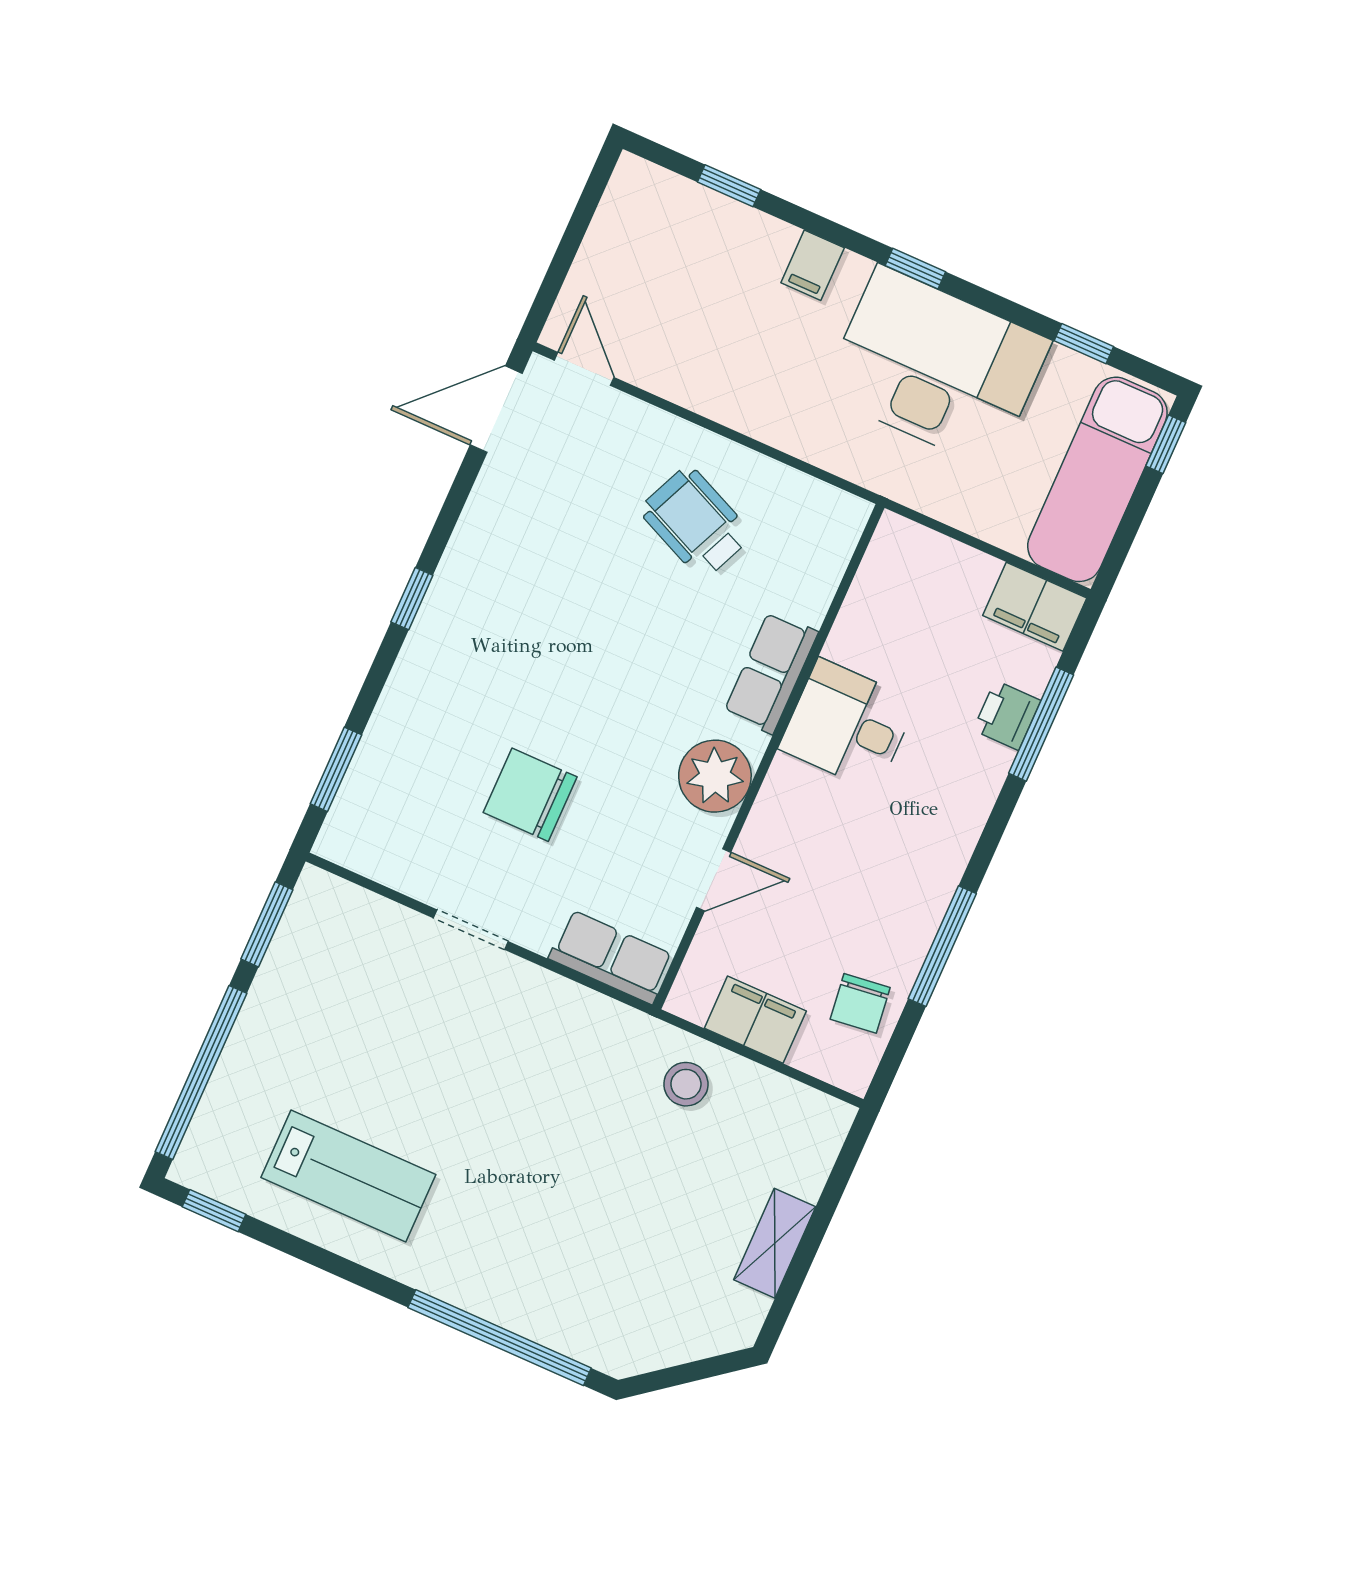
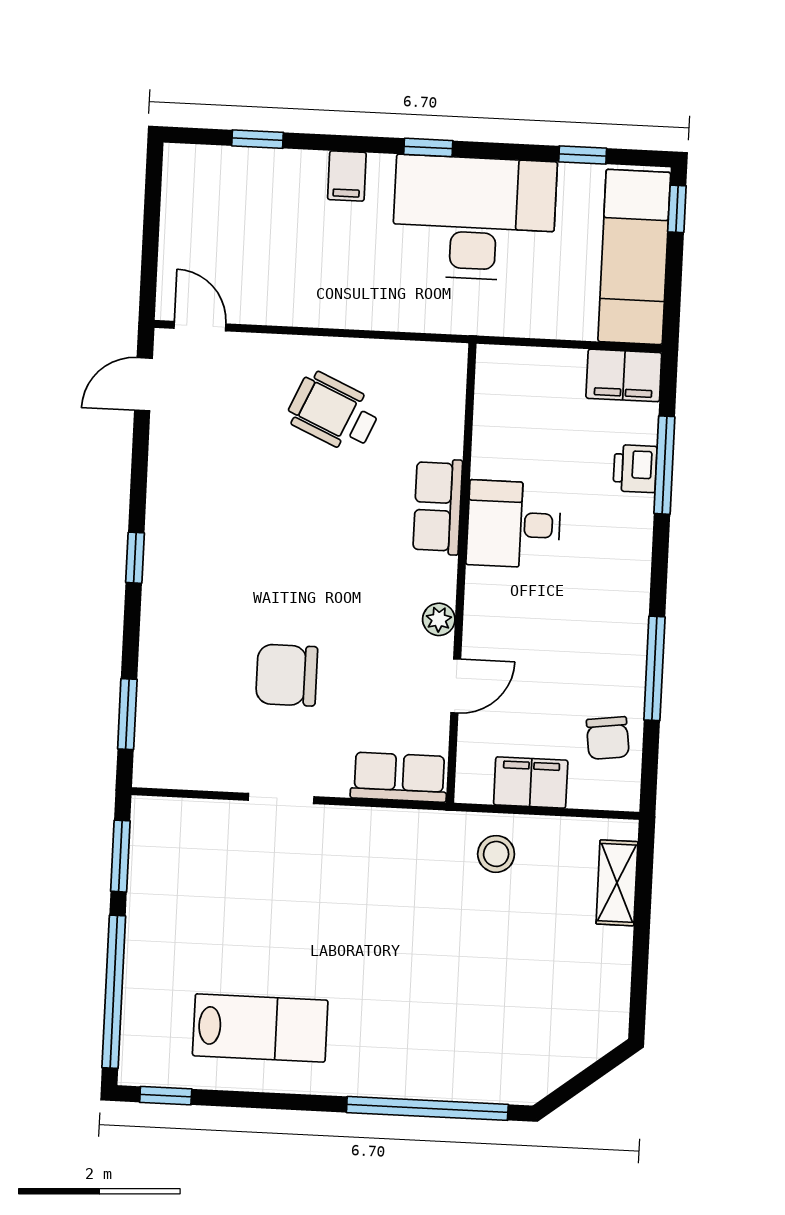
door: (496, 409) -> (143, 384), width x0.73
plant: (715, 776) -> (439, 619), width x0.53, depth x0.53
shelving: (775, 1243) -> (617, 883), moved

